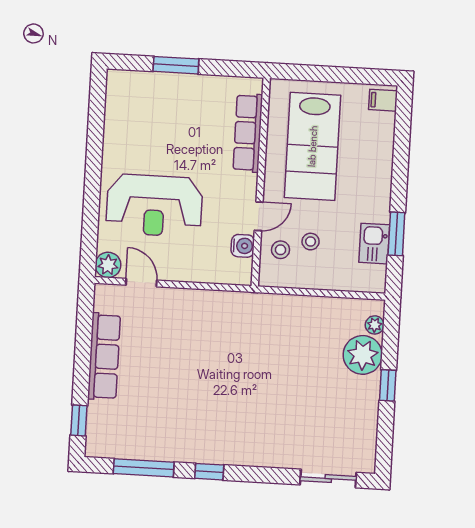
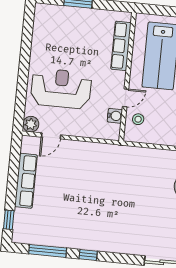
reception desk: (154, 205) -> (61, 88), turned 180
stool: (311, 242) -> (157, 115), removed
door: (141, 283) -> (51, 136), swing flipped

